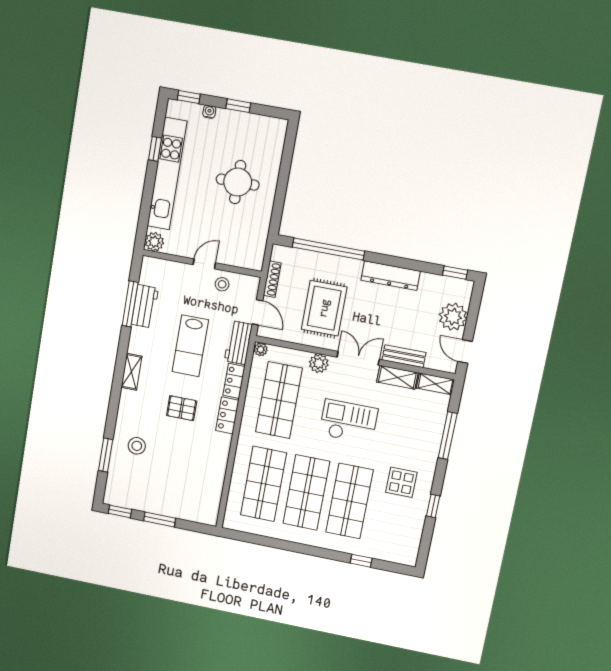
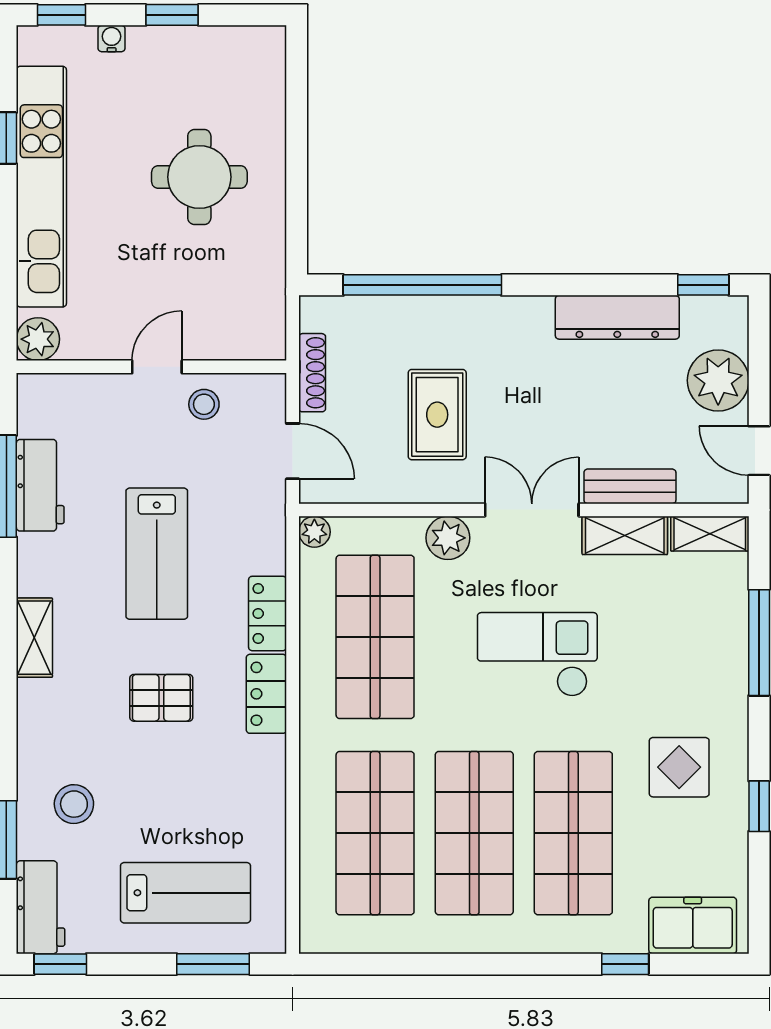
dresser: (391, 276) -> (617, 317), moved
rug: (324, 308) -> (437, 415), width x0.73, depth x0.70
workbench: (238, 343) -> (41, 907), moved, turned 180
lab bench: (178, 493) -> (185, 893), added
window: (160, 520) -> (213, 964), moved
freezer: (394, 550) -> (693, 925), added

